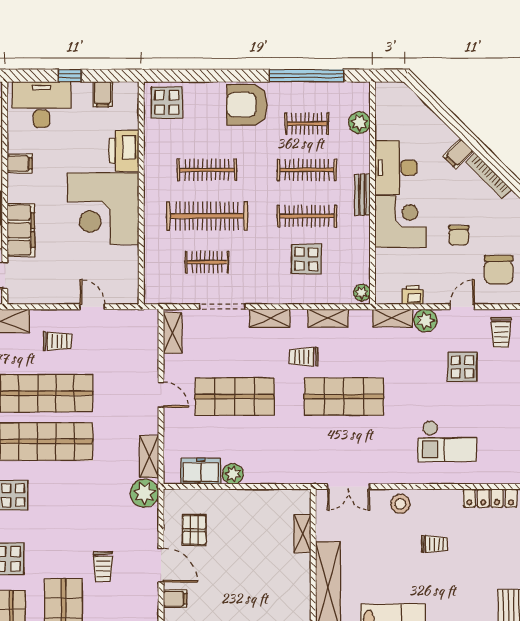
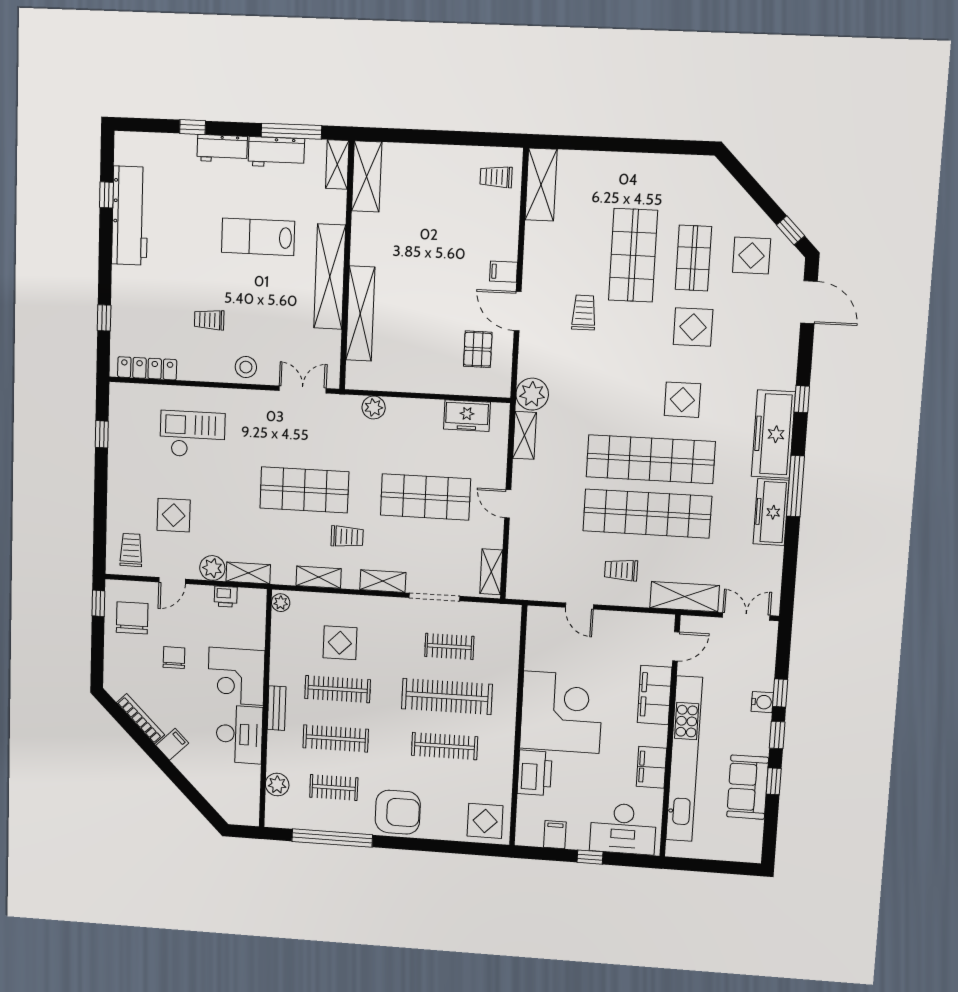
filing cabinet: (20, 164) -> (651, 767), width x2.00
plant: (233, 474) -> (374, 407), moved
shelving: (302, 534) -> (360, 314), width x2.20, depth x1.33

